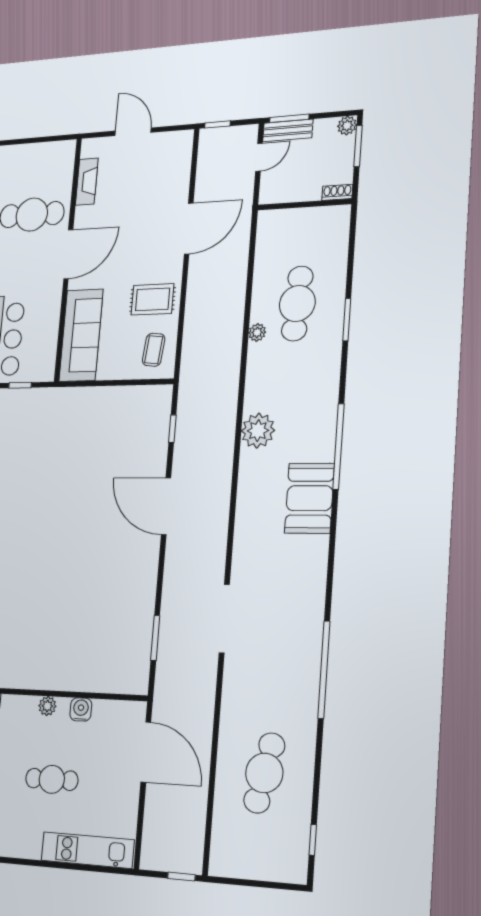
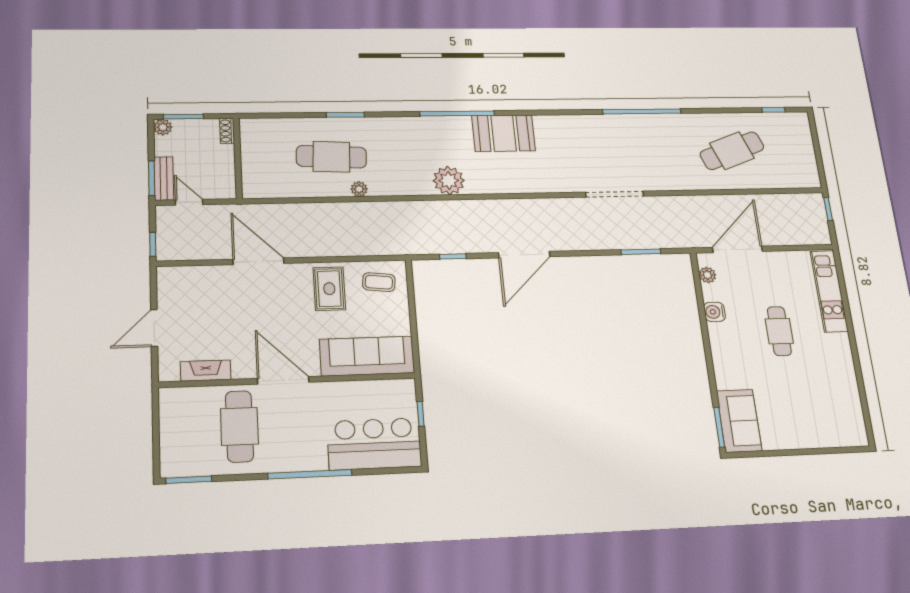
plant: (47, 706) -> (707, 275), moved
cafe table: (264, 773) -> (732, 151), turned -33

